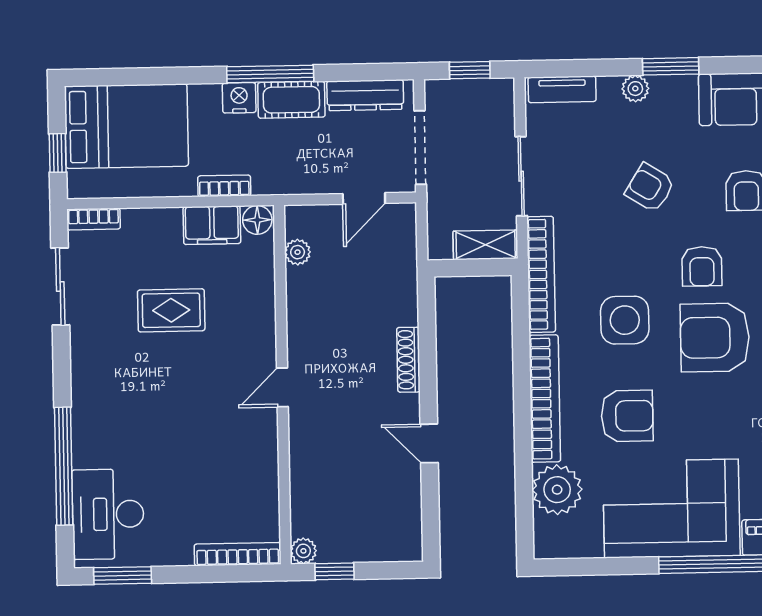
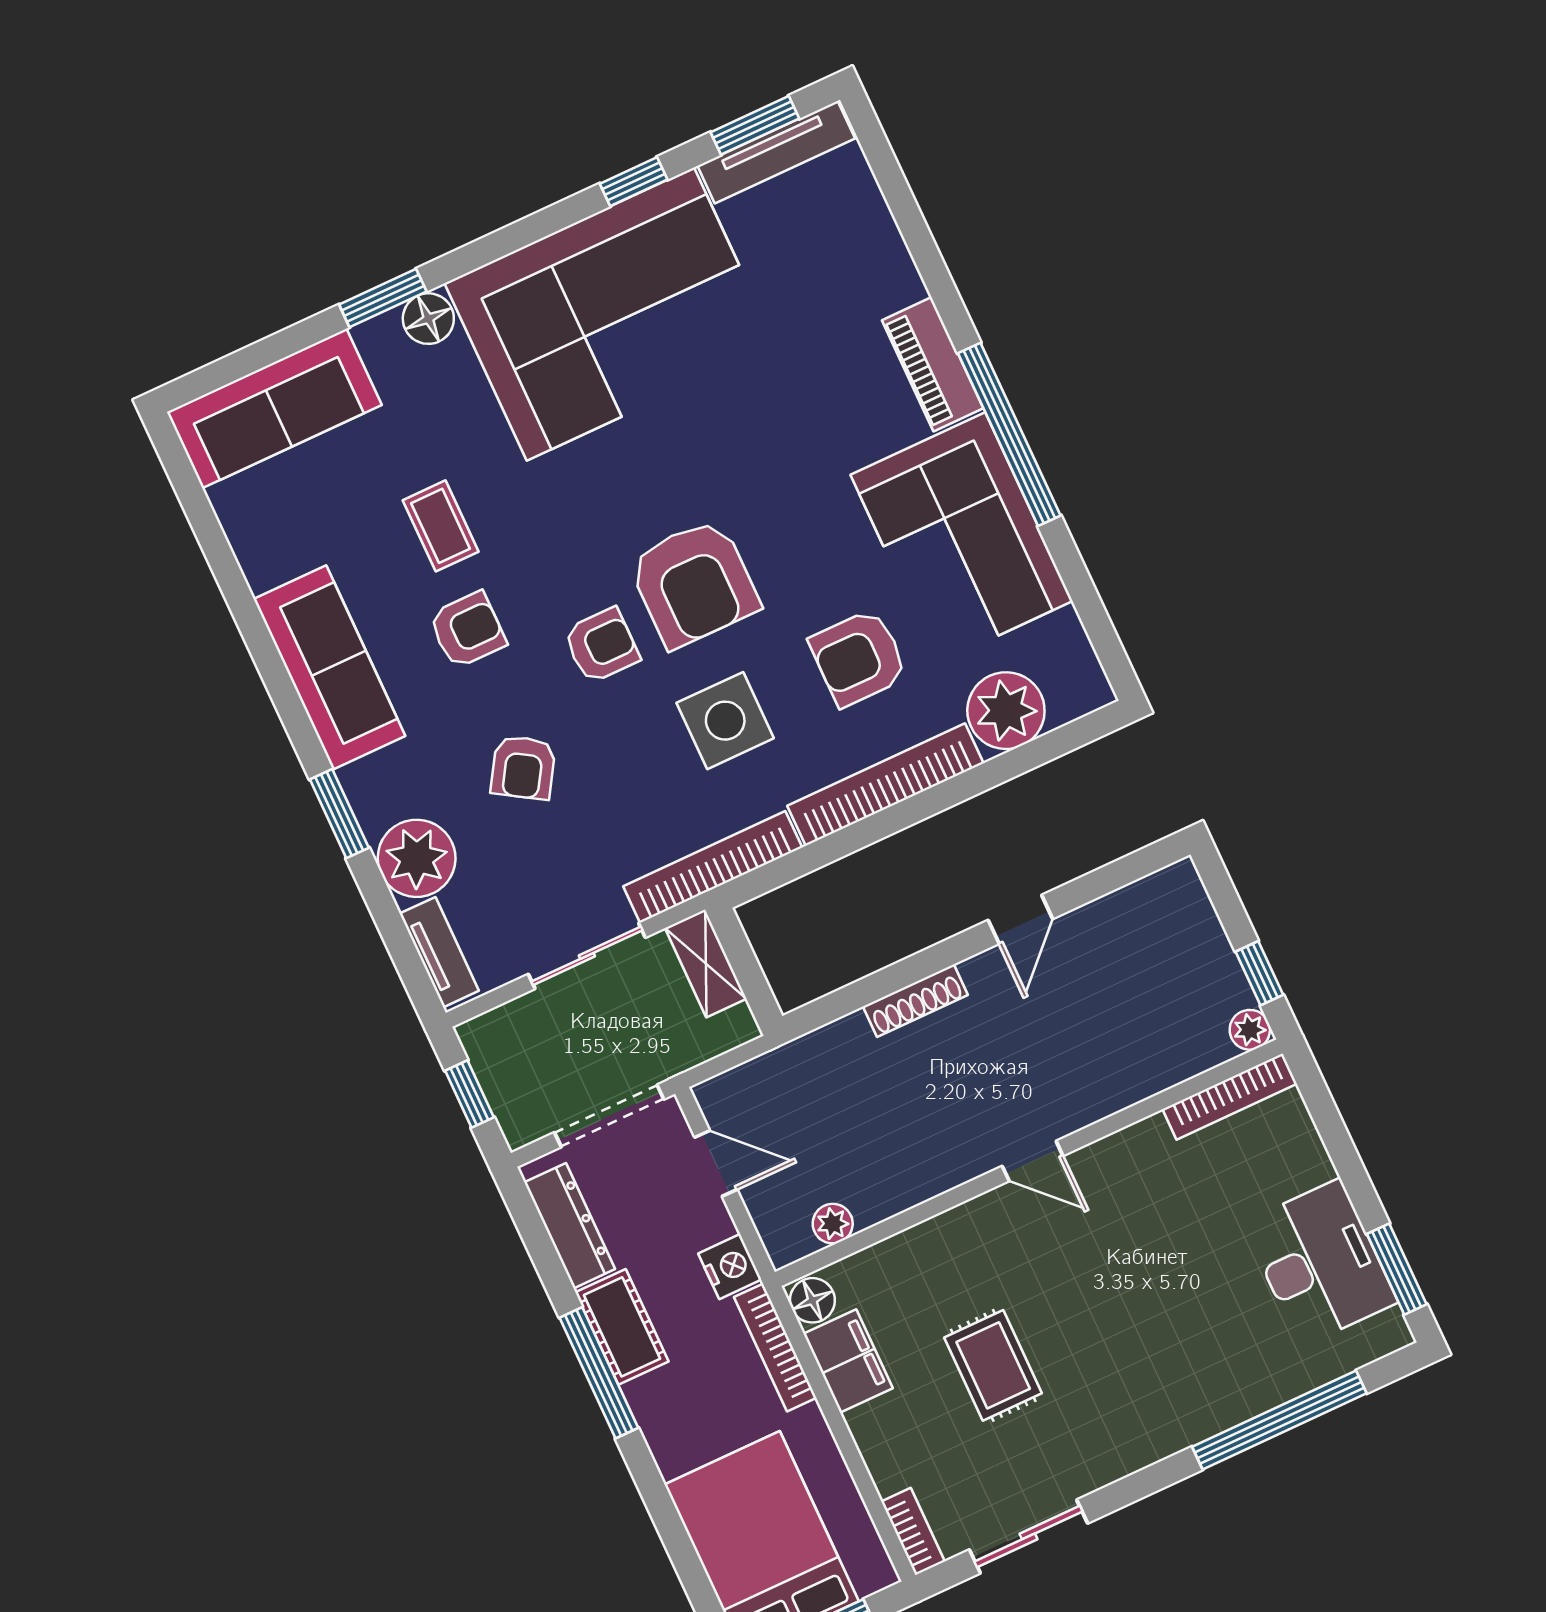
plant: (635, 89) -> (417, 858), width x1.88, depth x1.88
nightstand: (239, 98) -> (730, 1267), moved, turned 180
bookcase: (224, 186) -> (775, 1347), width x1.56
armchair: (627, 416) -> (859, 658), turned -90
desk: (108, 514) -> (1320, 1263), moved, turned -90
bookcase: (238, 554) -> (1230, 1096), moved, turned -90

